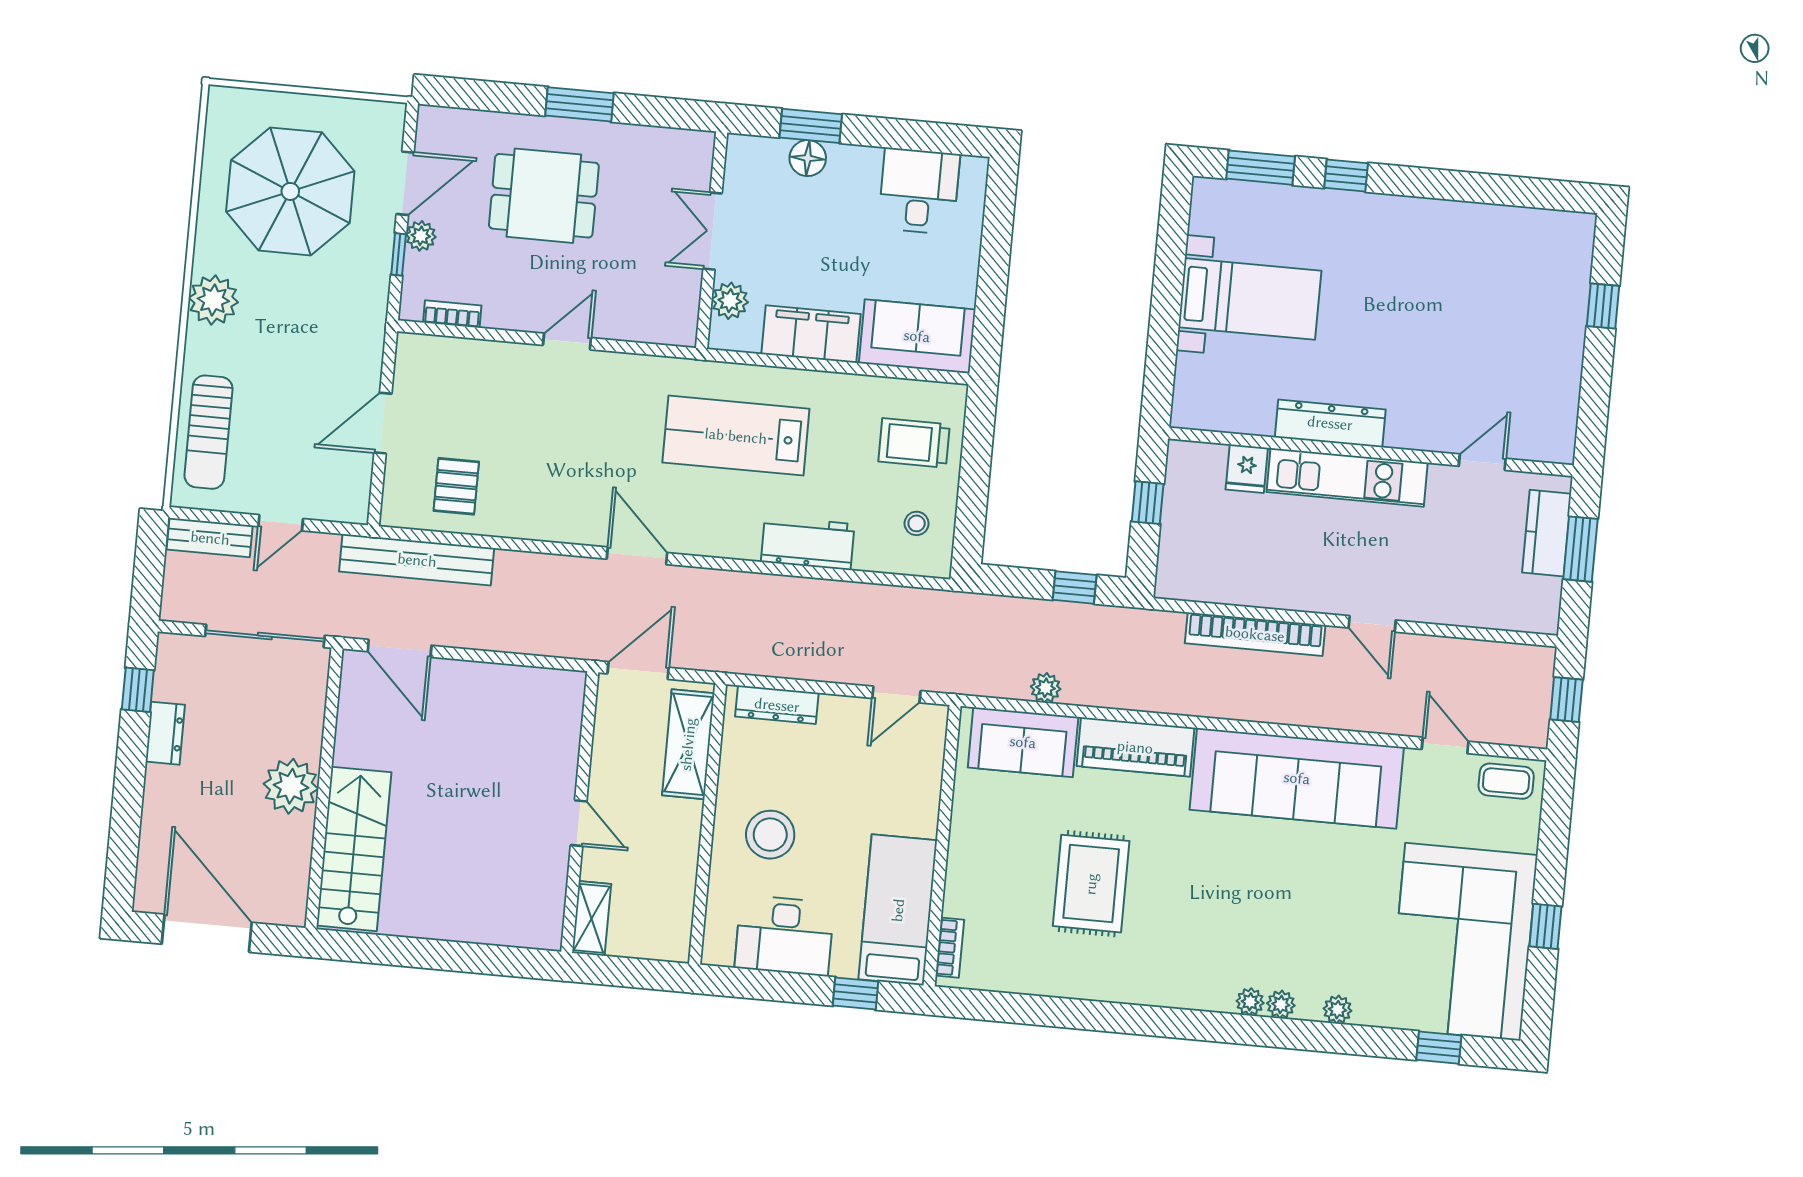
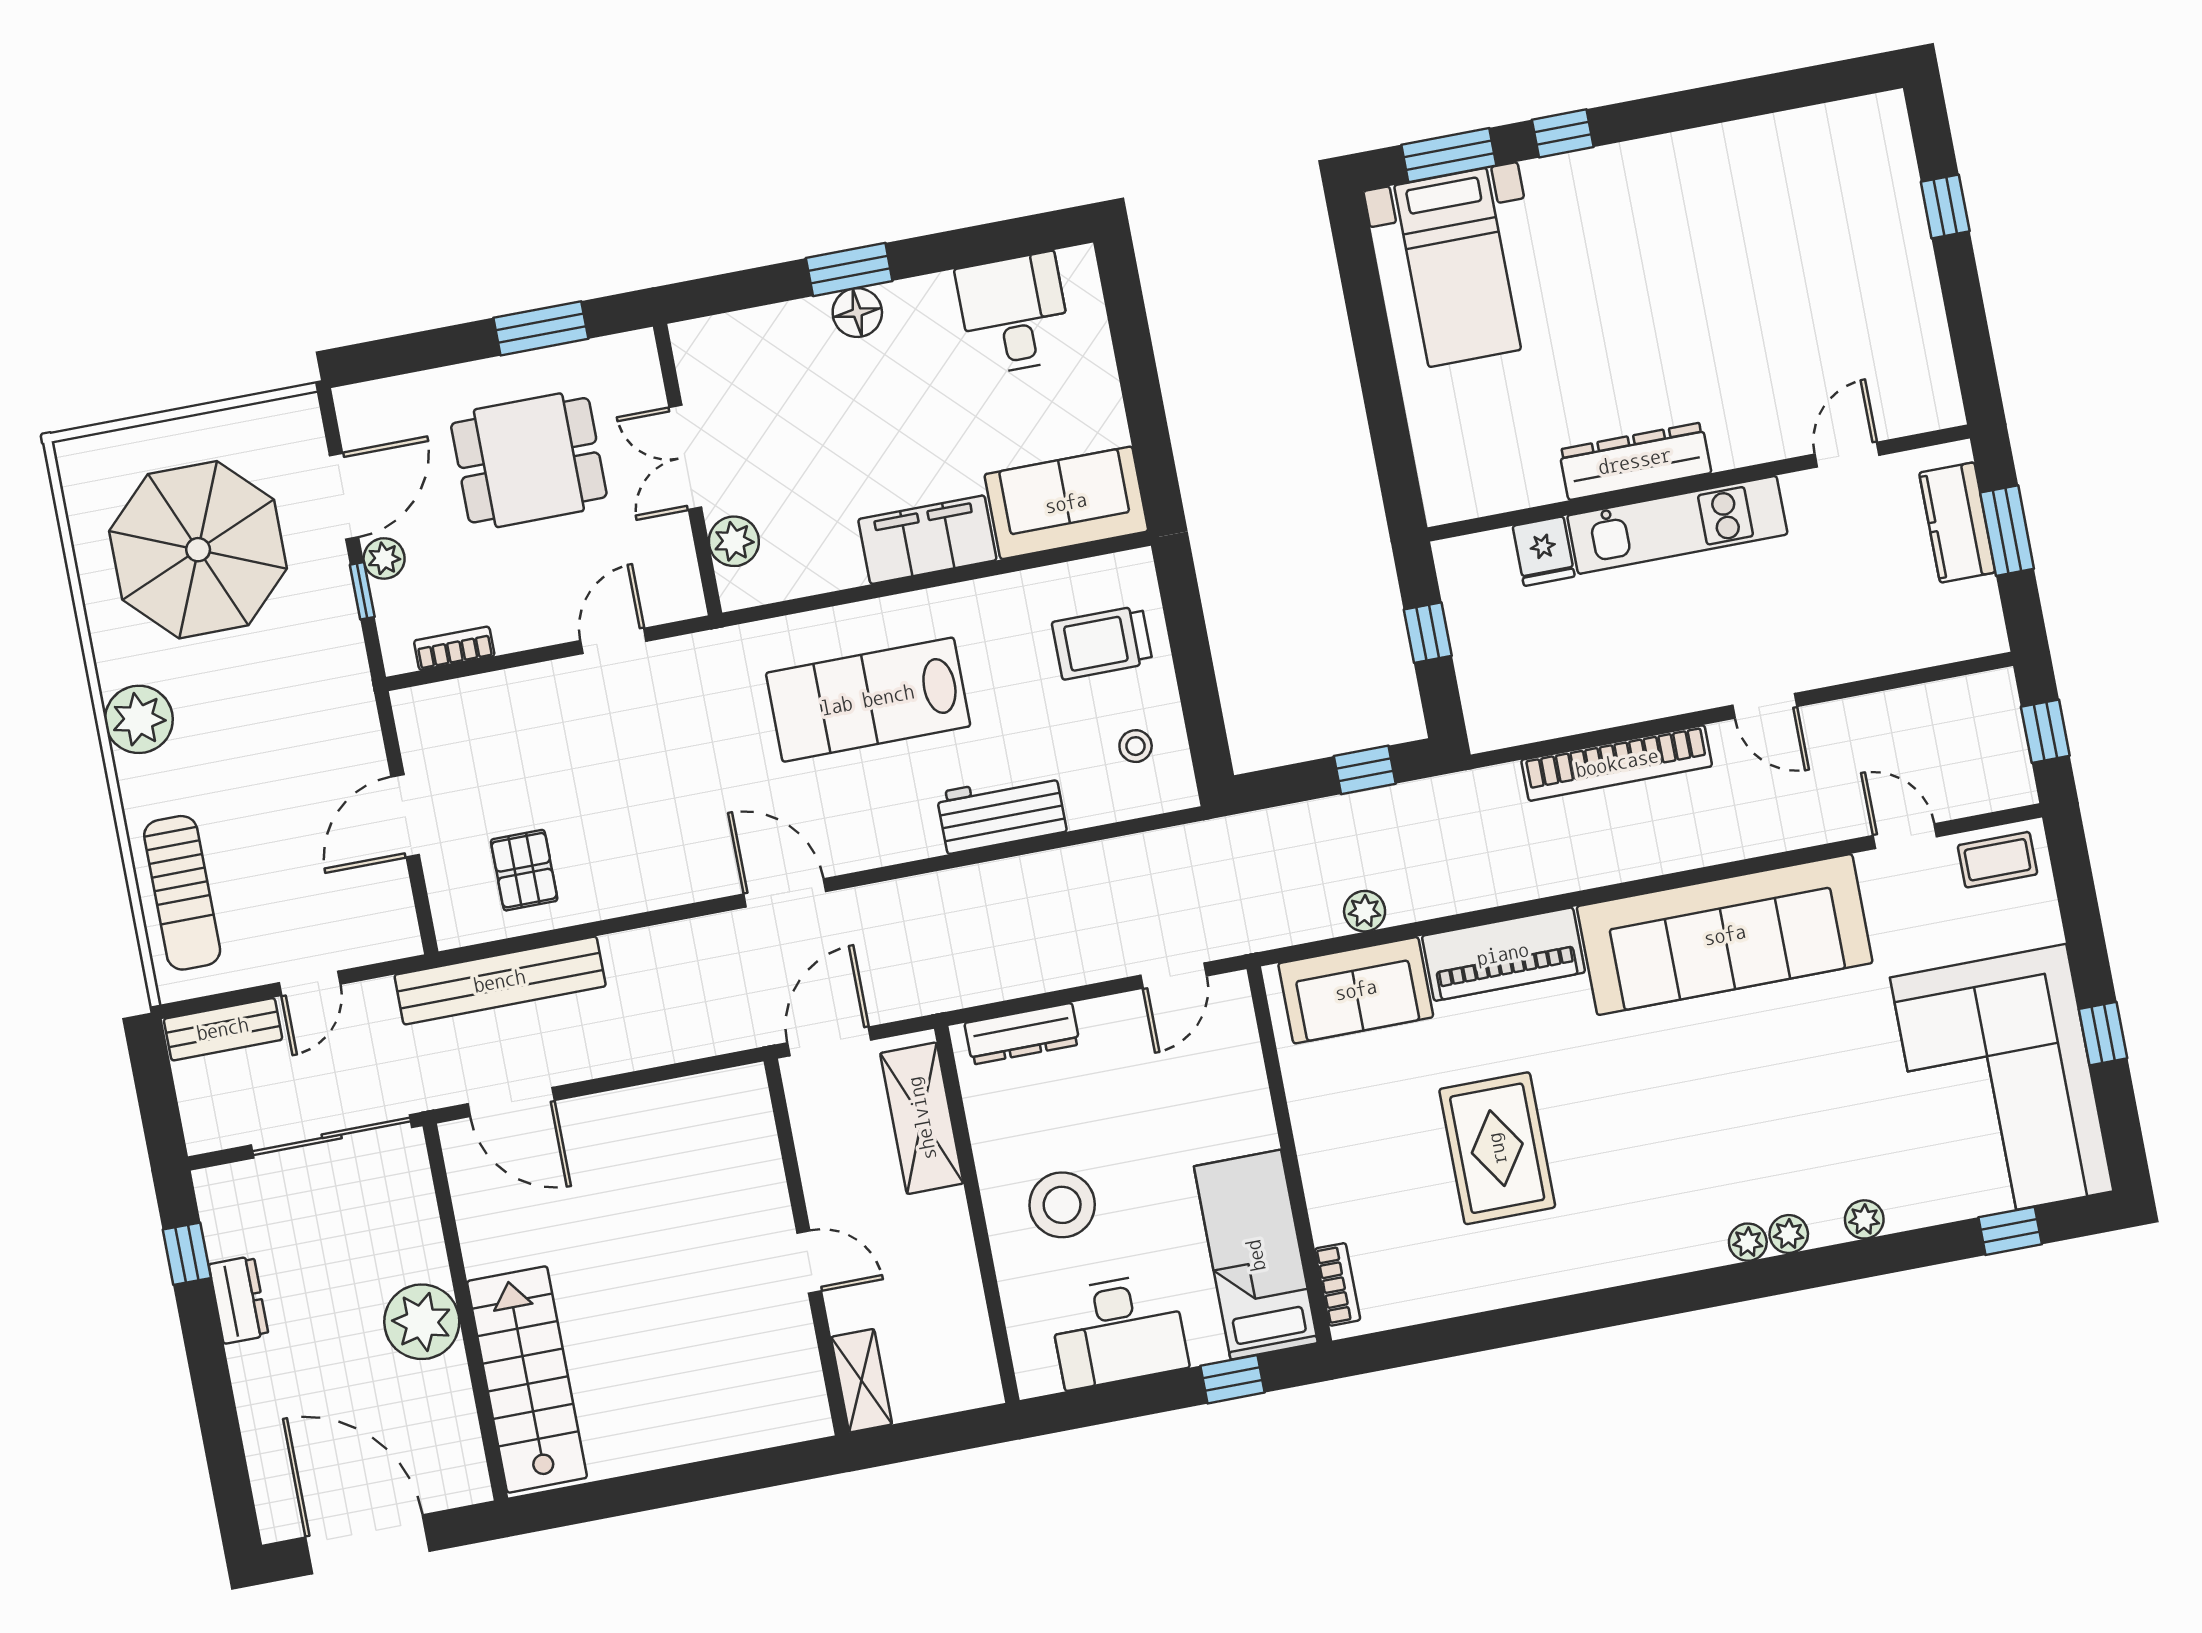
double door: (712, 231) -> (685, 457), moved
wall: (712, 240) -> (688, 470), moved
bed with nightstands: (1250, 299) -> (1458, 268), moved, turned 90
plant: (730, 301) -> (734, 541), moved

